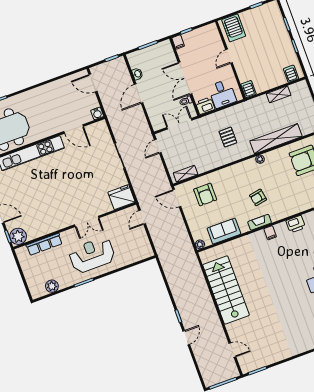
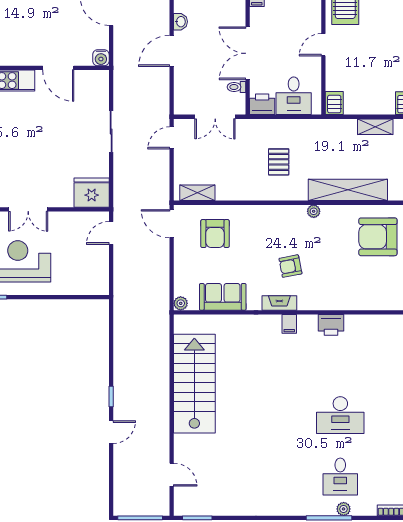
double door: (179, 124) -> (215, 117), swing flipped

